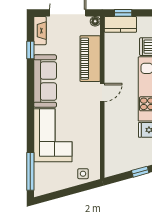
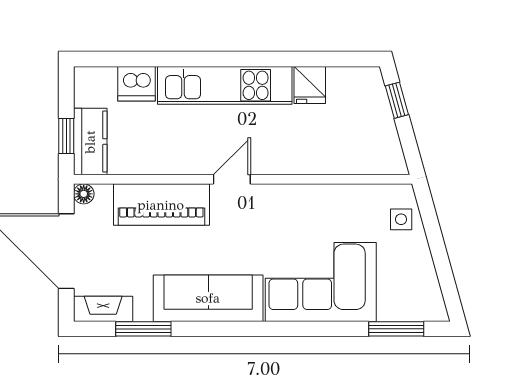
window: (30, 50) -> (143, 329), width x1.50
door: (102, 92) -> (232, 179), hinge flipped
window: (30, 171) -> (396, 329), width x0.69

